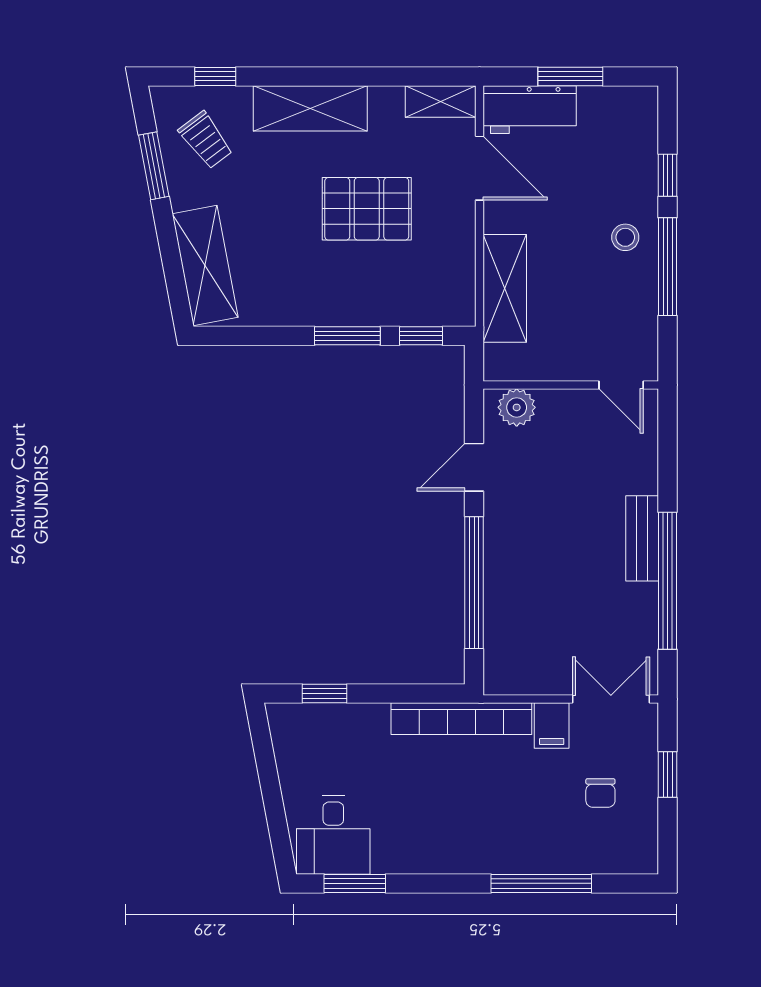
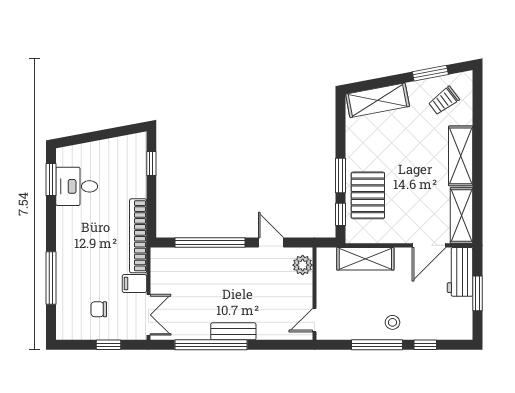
window: (215, 76) -> (478, 106), removed
shelving: (441, 101) -> (462, 215), width x1.50, depth x1.33
pallet: (367, 209) -> (368, 195), moved
desk: (333, 835) -> (77, 186), moved

